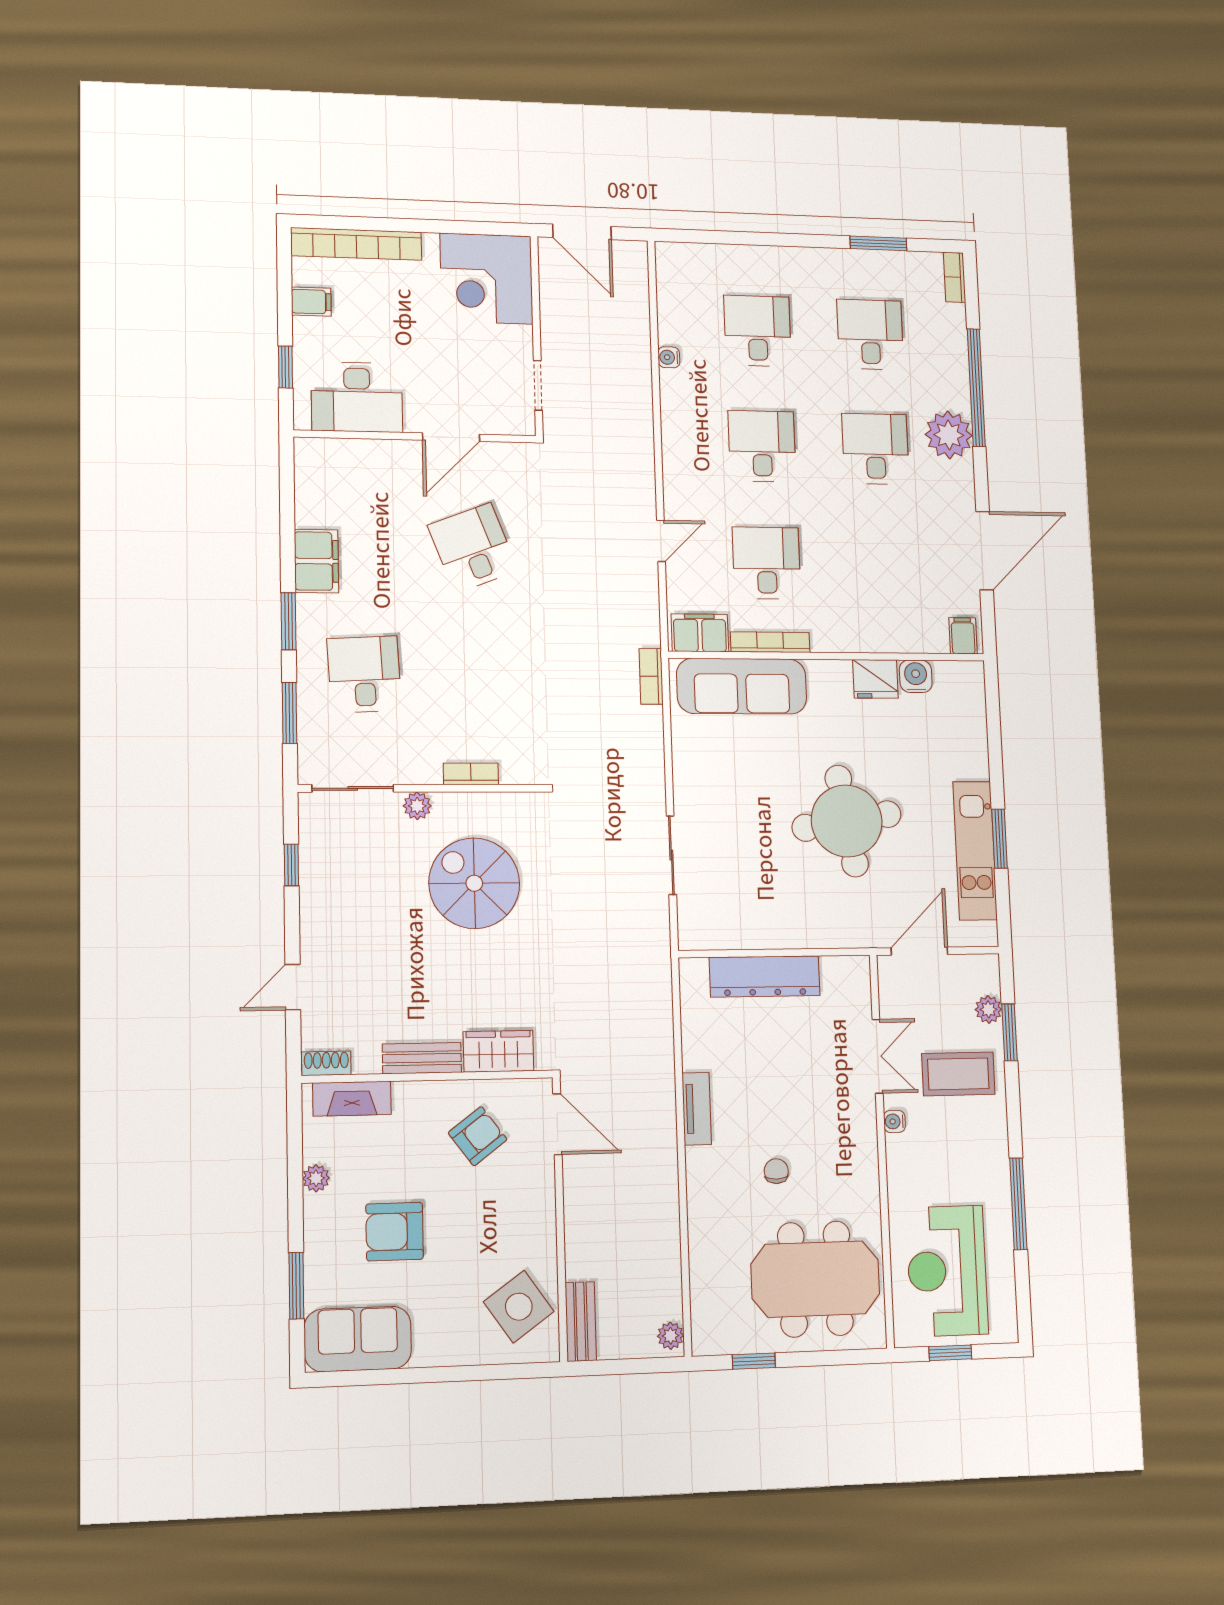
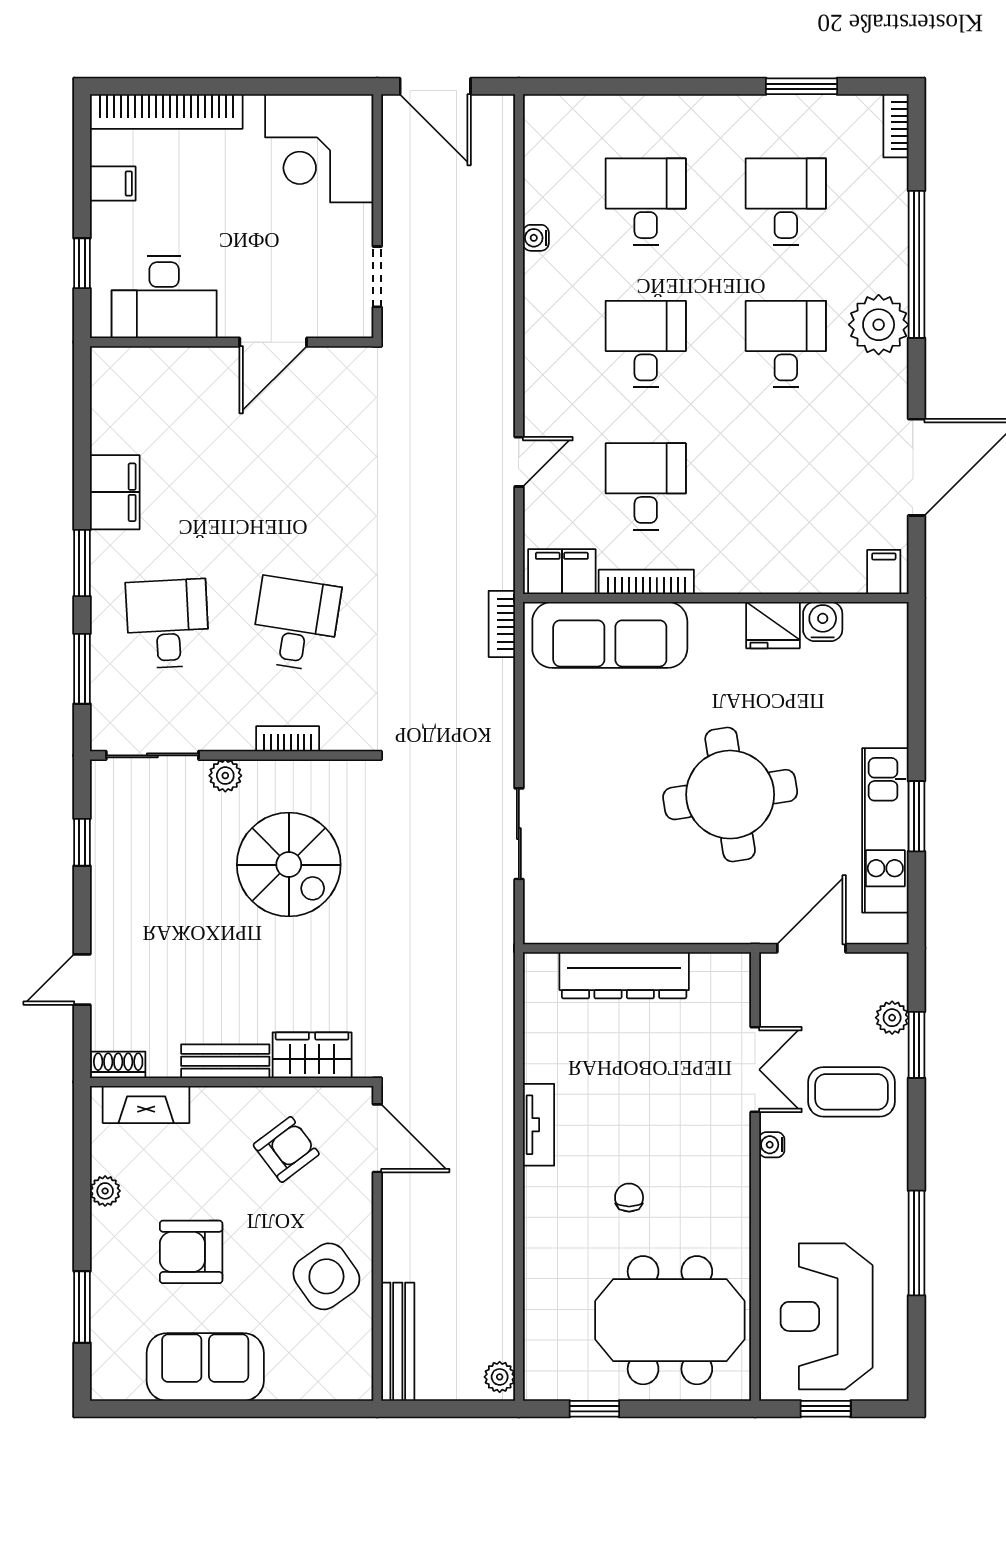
desk: (473, 548) -> (296, 624), moved, turned 30
spiral stairs: (474, 883) -> (289, 865), turned 180
side table: (519, 1307) -> (326, 1276), moved
bench: (581, 1322) -> (398, 1342), width x1.36
sofa: (358, 1339) -> (205, 1367), moved

